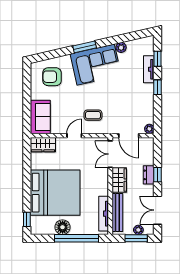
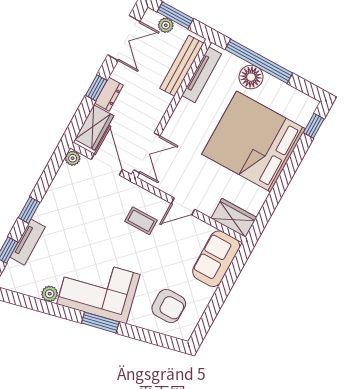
wardrobe: (119, 180) -> (94, 127), moved, turned 180
floor lamp: (63, 227) -> (251, 77), moved

